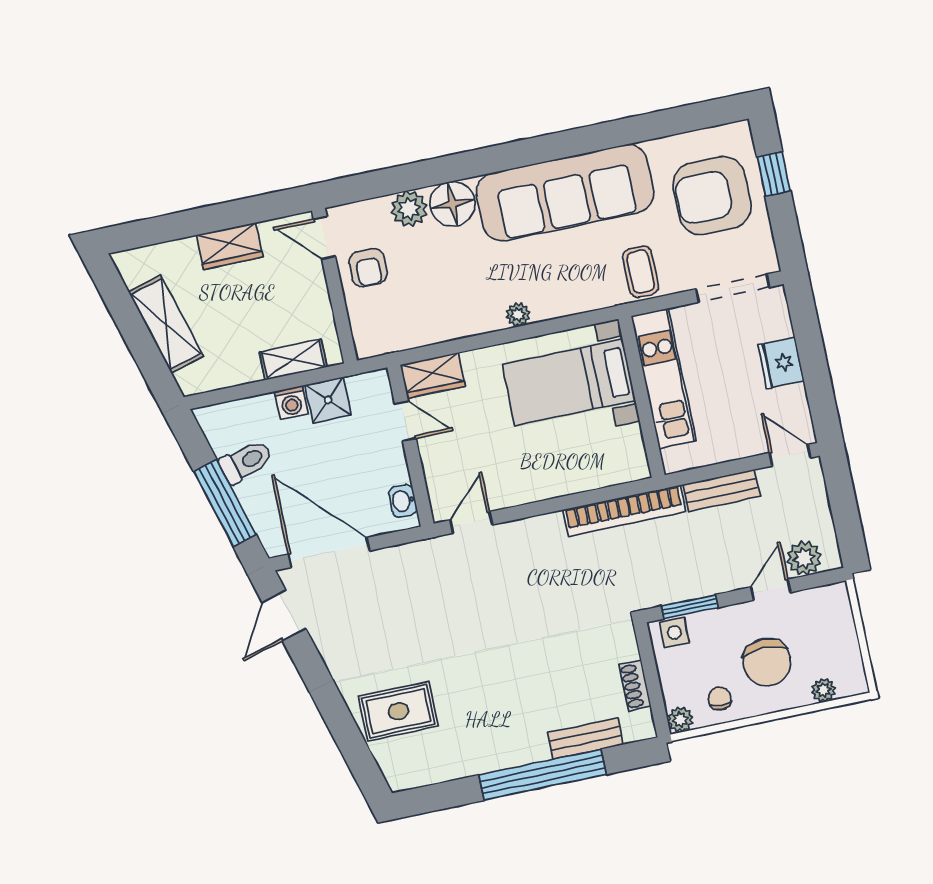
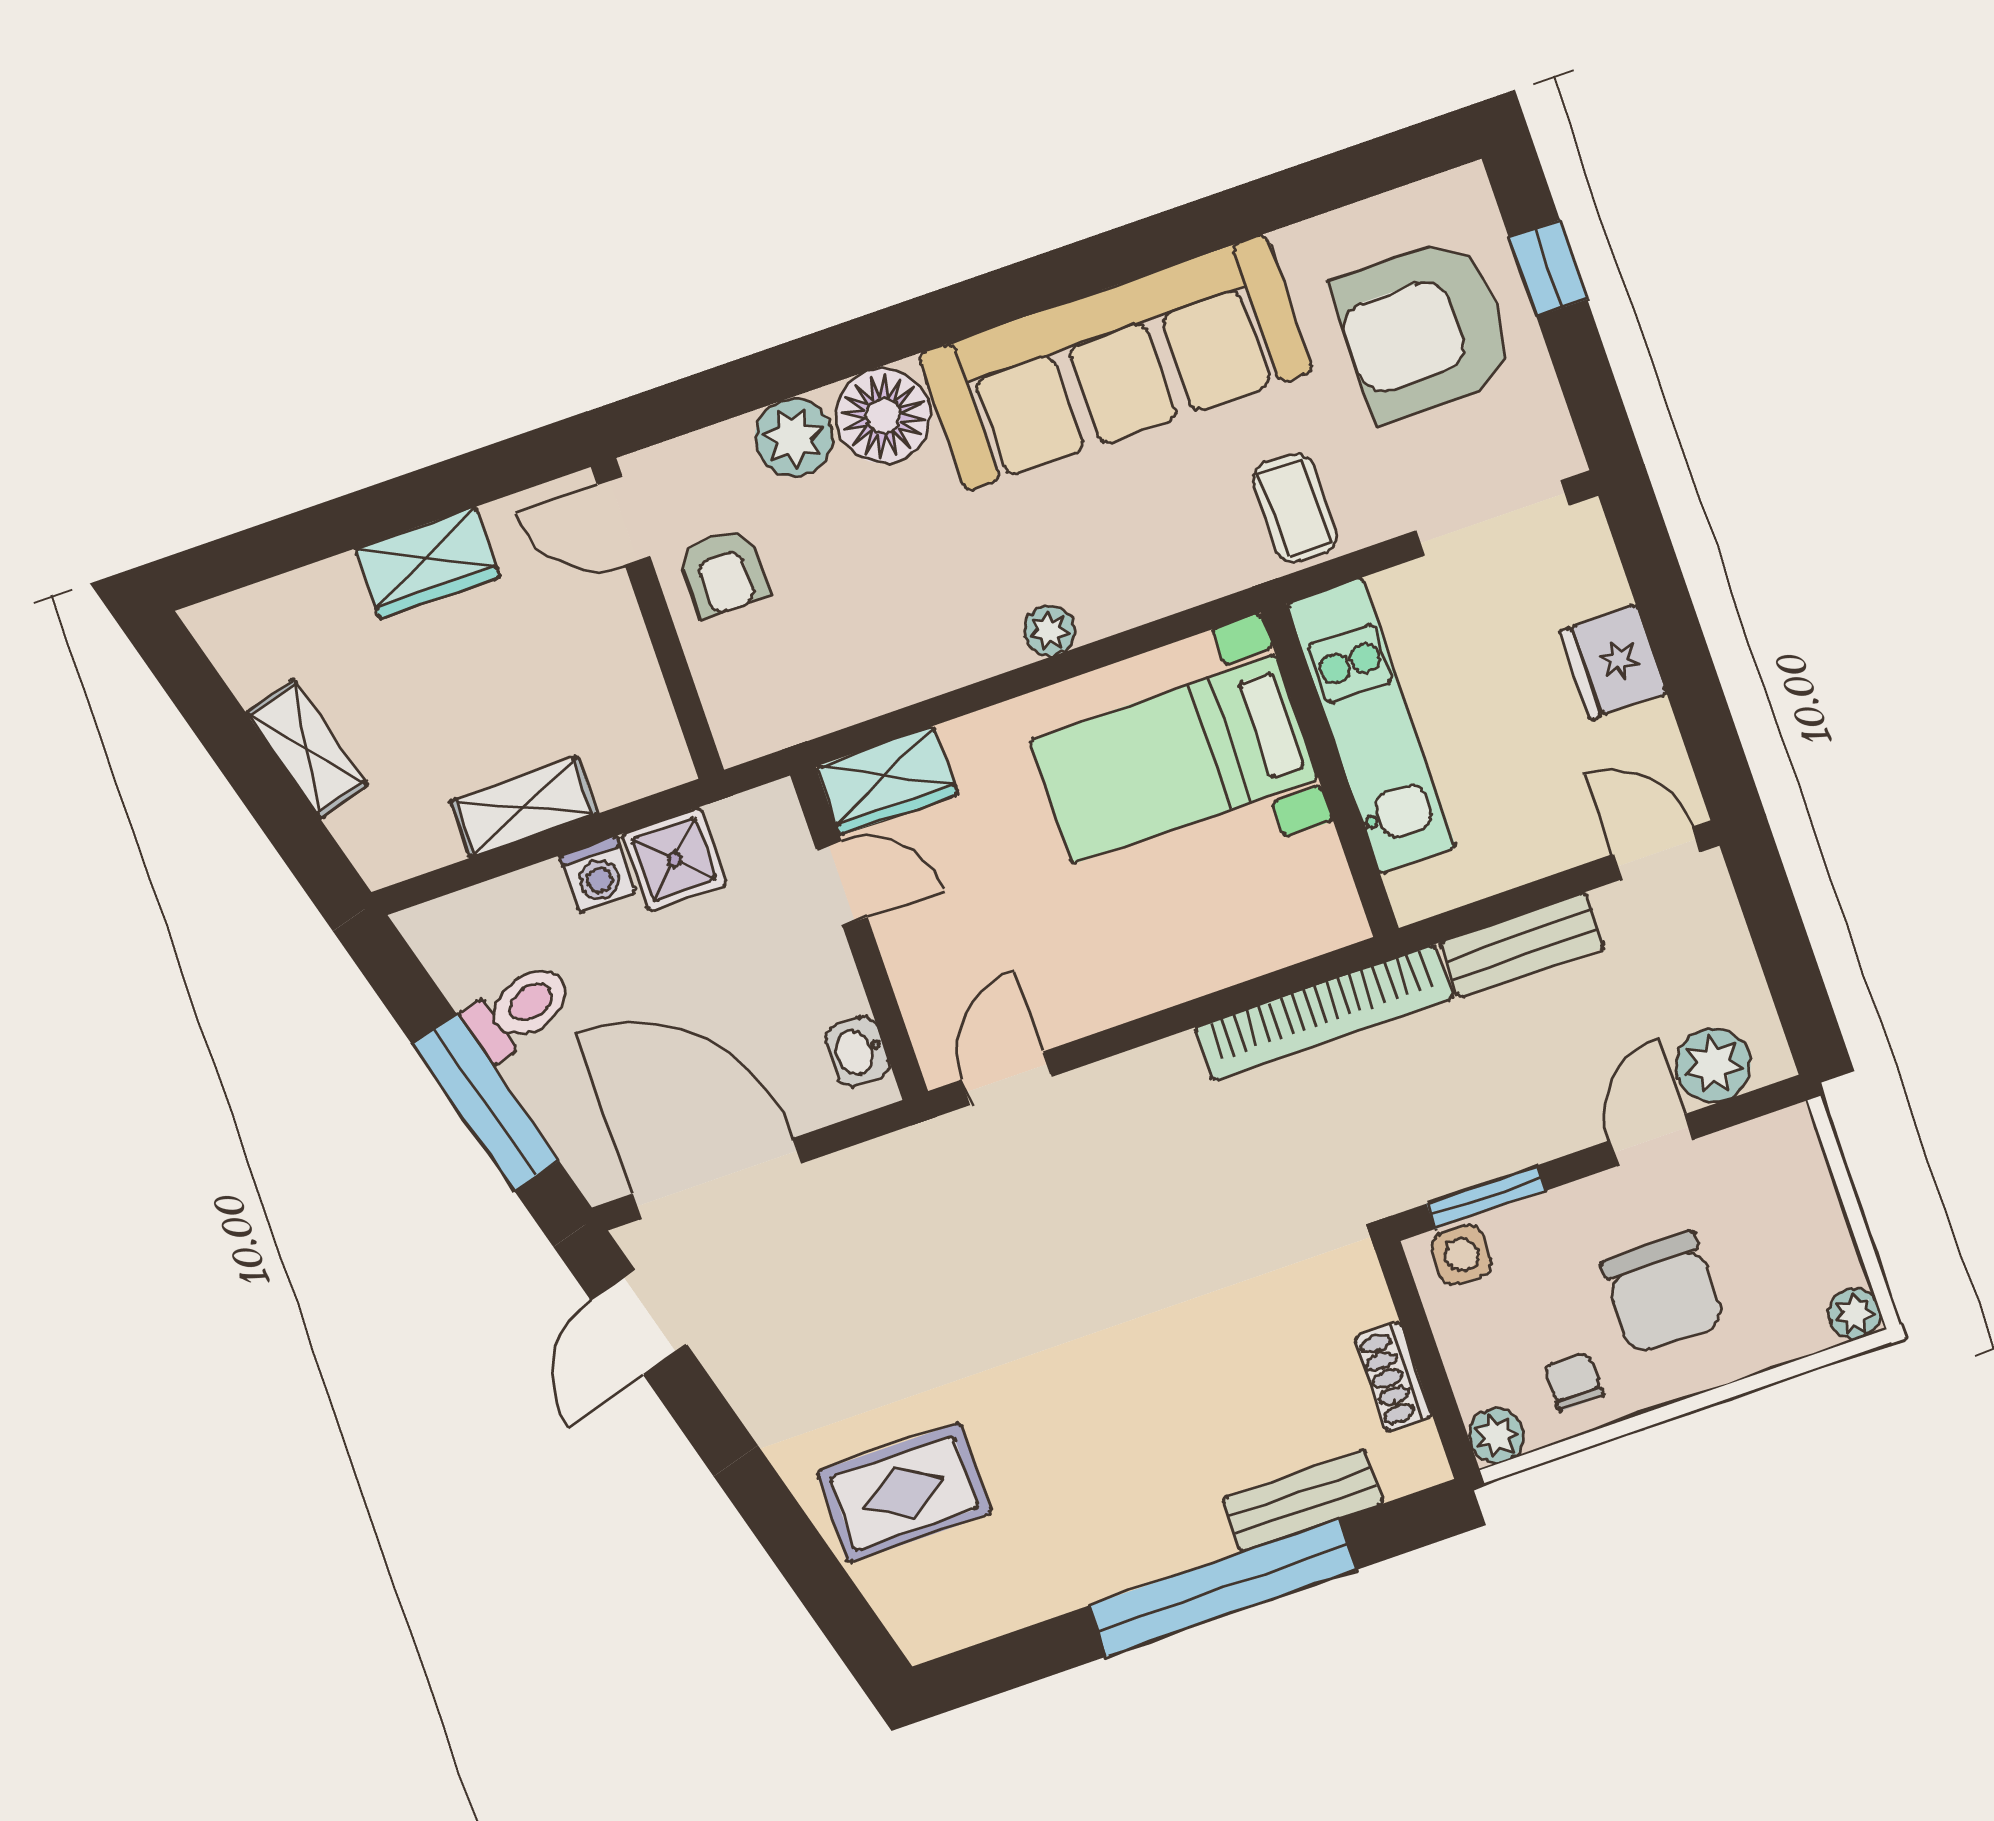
shelving: (166, 324) -> (307, 749), width x0.67, depth x0.75
shelving: (293, 360) -> (524, 807), moved
plant: (824, 690) -> (1855, 1313), moved

